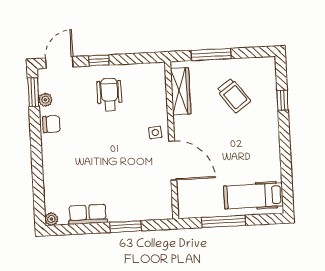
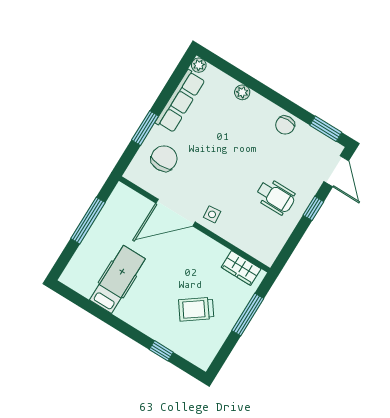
wardrobe: (181, 91) -> (241, 268), width x0.67
plant: (45, 100) -> (242, 92), moved
hospital bed: (253, 196) -> (117, 279), moved
chair: (138, 197) -> (164, 159), added
row of seats: (88, 214) -> (180, 101), width x1.48

